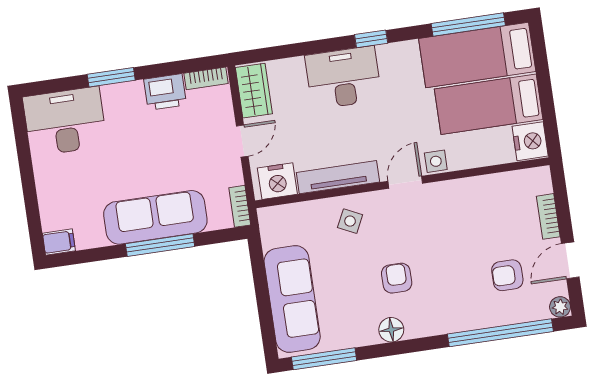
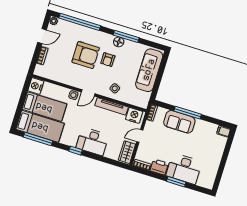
desk: (65, 121) -> (184, 169), moved
sofa: (155, 217) -> (179, 122), width x0.73
armchair: (507, 275) -> (86, 55), moved, width x1.88, depth x1.88
window: (324, 359) -> (126, 36), moved

